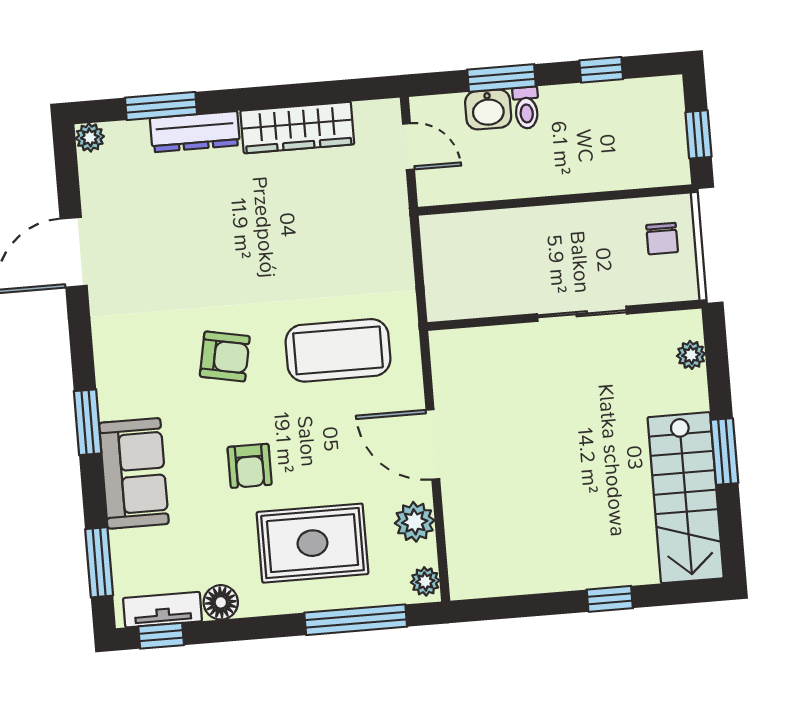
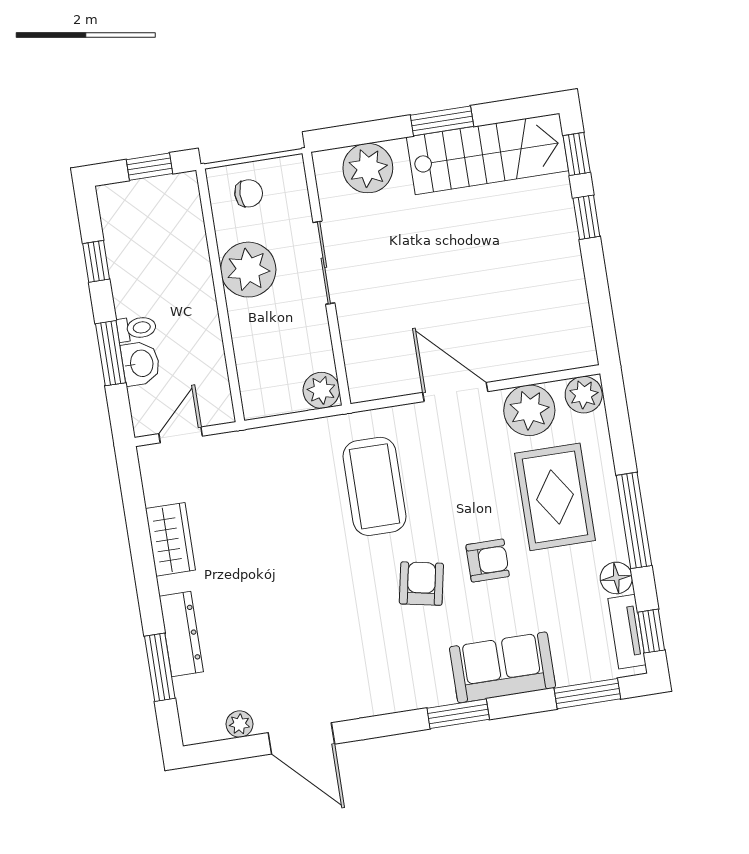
wardrobe: (297, 128) -> (170, 539), width x0.67
plant: (90, 137) -> (240, 724), moved
plant: (580, 232) -> (248, 270), added
plant: (445, 301) -> (321, 390), added
plant: (691, 355) -> (368, 168), width x1.88, depth x1.88
armchair: (225, 356) -> (421, 584), moved
door: (433, 444) -> (455, 392), swing flipped
plant: (415, 522) -> (529, 410), width x1.36, depth x1.36
plant: (425, 581) -> (584, 395), width x1.38, depth x1.38
window: (678, 593) -> (577, 154), added
window: (356, 620) -> (634, 520), moved

